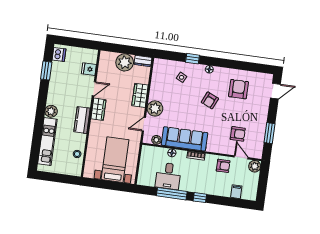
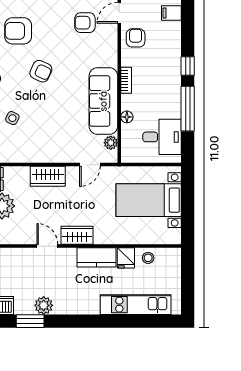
fridge: (89, 69) -> (126, 258), moved
plant: (155, 108) -> (64, 151), removed
plant: (51, 111) -> (44, 305), moved
door: (144, 124) -> (90, 165), hinge flipped
armchair: (238, 134) -> (85, 23), turned -90
desk: (168, 176) -> (162, 137), moved

